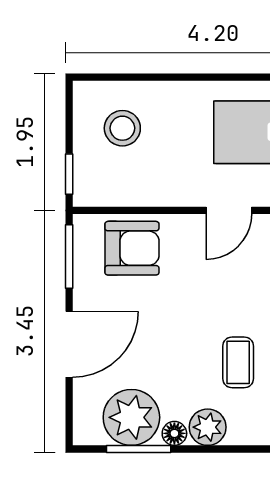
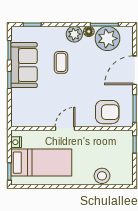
stool: (122, 128) -> (102, 176), moved
armchair: (132, 248) -> (107, 112), turned 180

